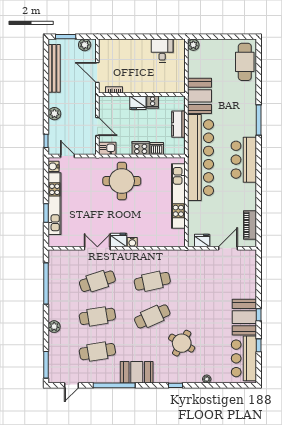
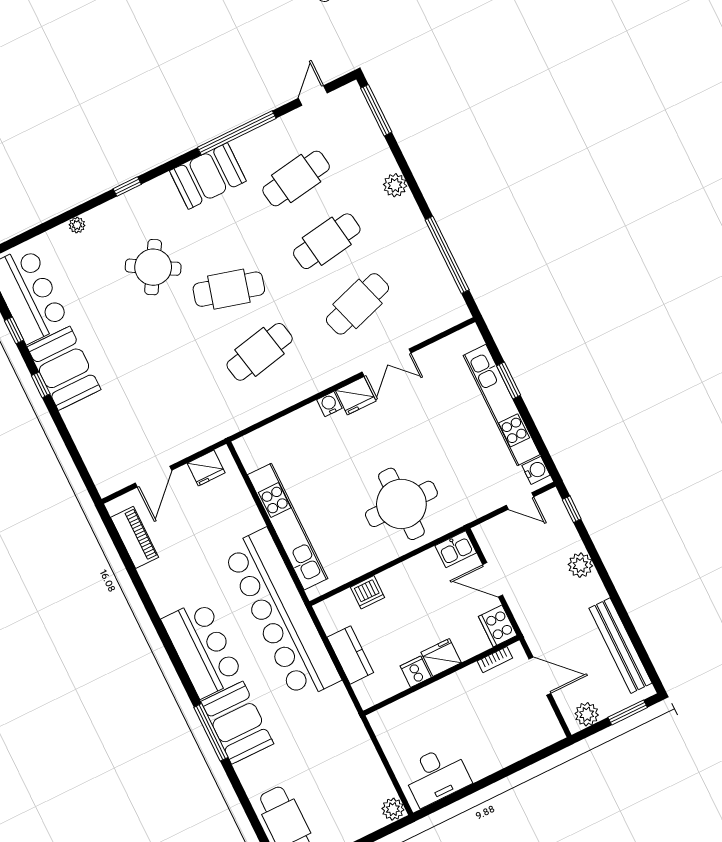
desk: (162, 50) -> (436, 776), width x1.37
booth: (199, 96) -> (237, 723), moved
cooker: (141, 148) -> (498, 626), moved, turned 90
cafe table: (152, 316) -> (229, 289), turned 39

